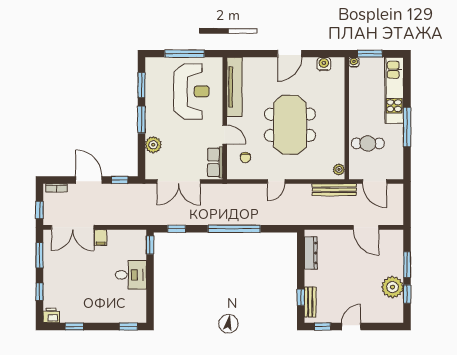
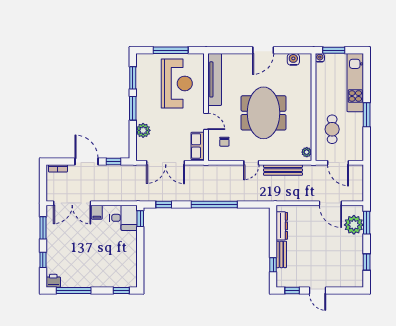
window: (407, 127) -> (367, 115), width x0.69
cafe table: (368, 143) -> (332, 129), turned 90
bench: (334, 190) -> (283, 170), moved
window: (39, 210) -> (43, 188), removed
window: (407, 265) -> (367, 223), moved
desk: (131, 275) -> (123, 218), moved
plant: (393, 287) -> (354, 225), moved
bench: (310, 302) -> (281, 254), moved
window: (74, 326) -> (74, 290), width x2.17
door: (351, 326) -> (318, 290), swing flipped

